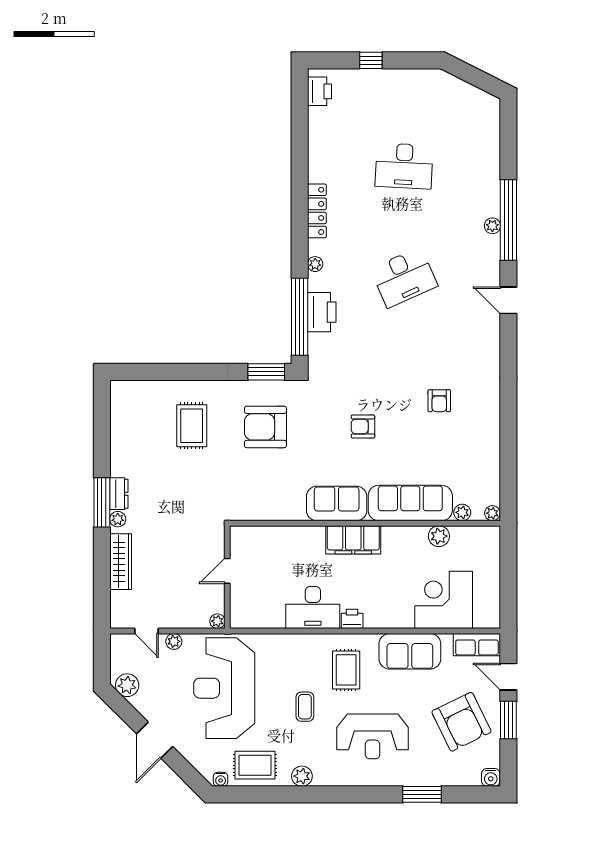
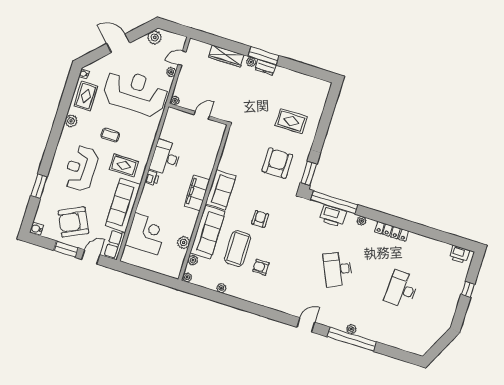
coffee table: (421, 447) -> (238, 248), added
plant: (493, 453) -> (221, 288), added
door: (227, 571) -> (202, 115), hinge flipped
sofa: (410, 651) -> (123, 205), width x1.36

